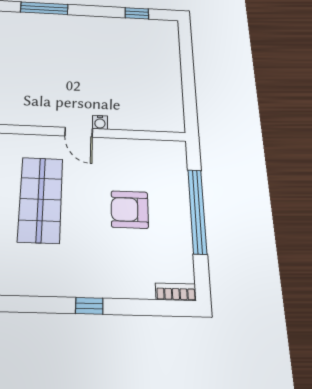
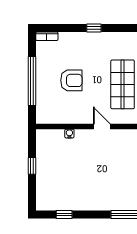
window: (188, 80) -> (32, 166), added
water cooler: (100, 122) -> (69, 134), moved

